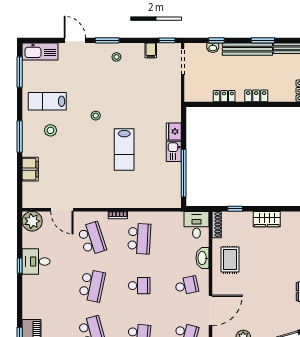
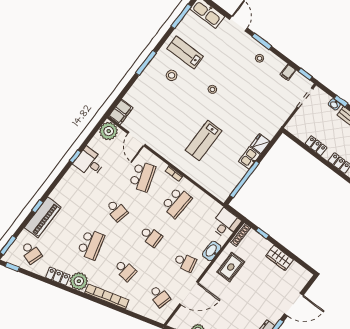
lab bench: (124, 149) -> (204, 141), moved
filing cabinet: (30, 169) -> (121, 112), moved
school desk: (92, 286) -> (117, 210), width x0.54

